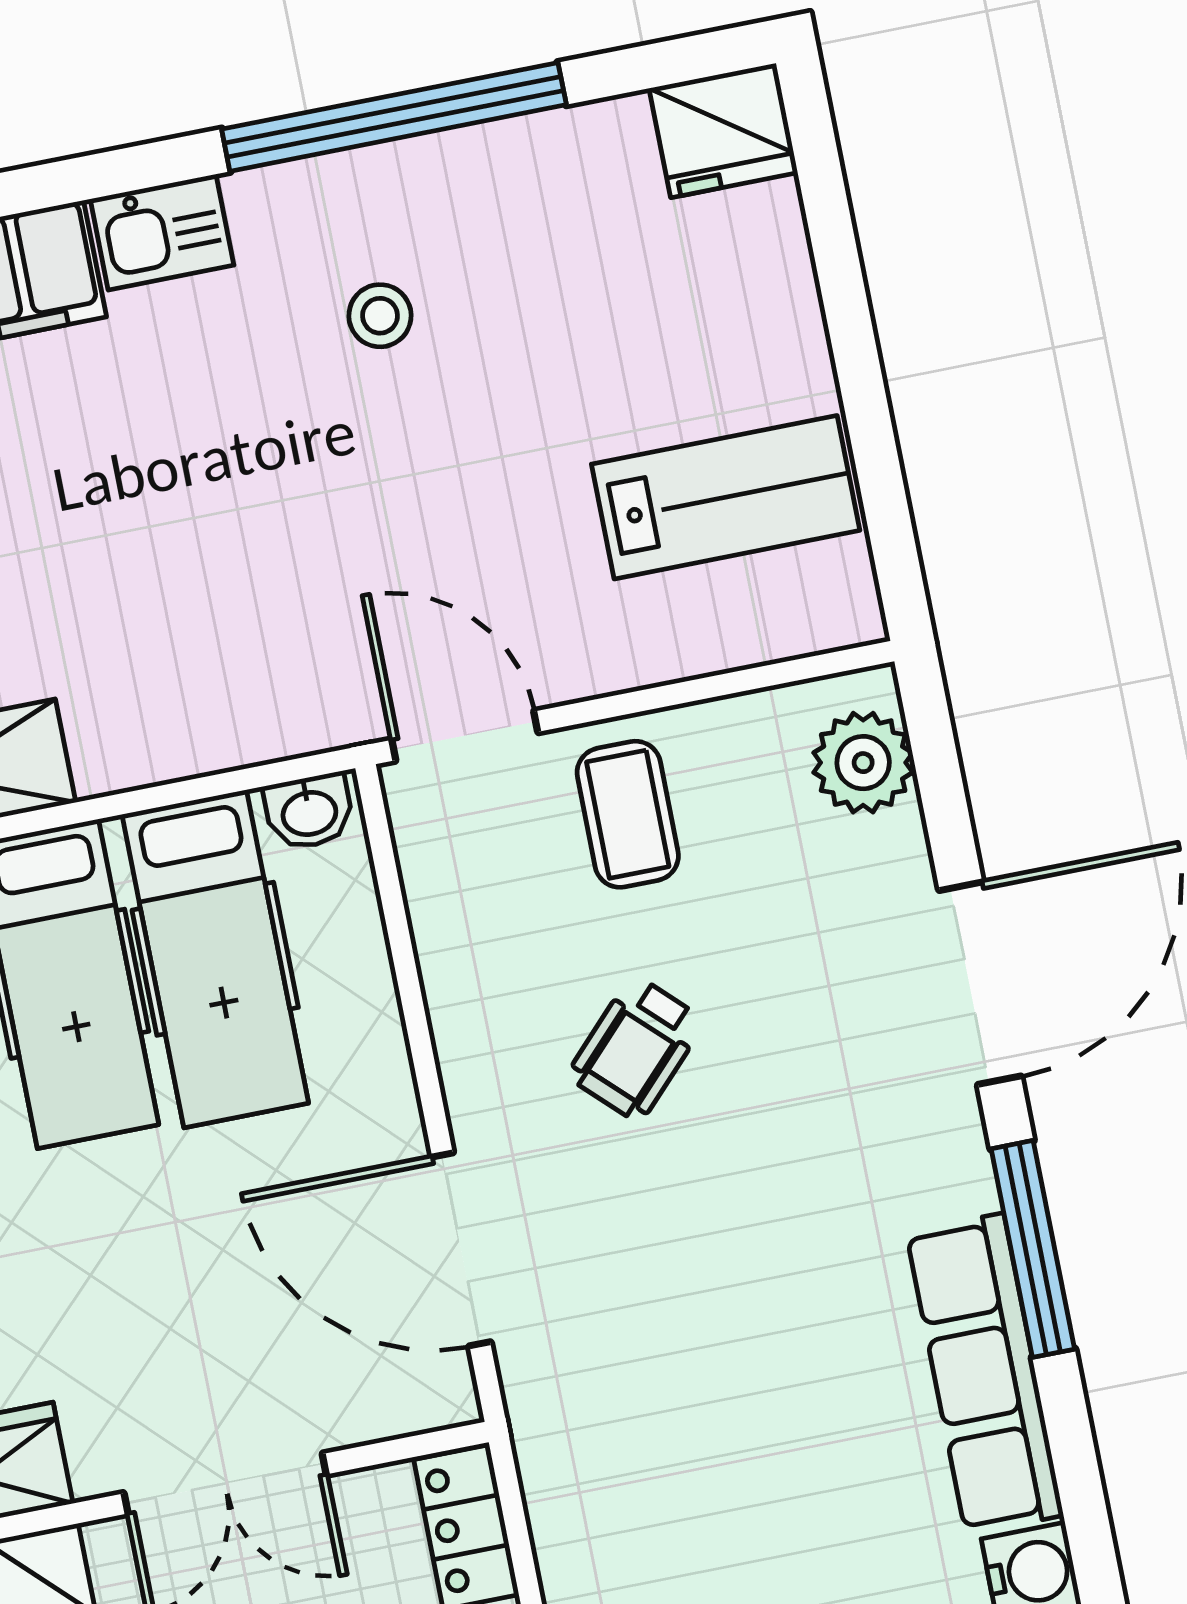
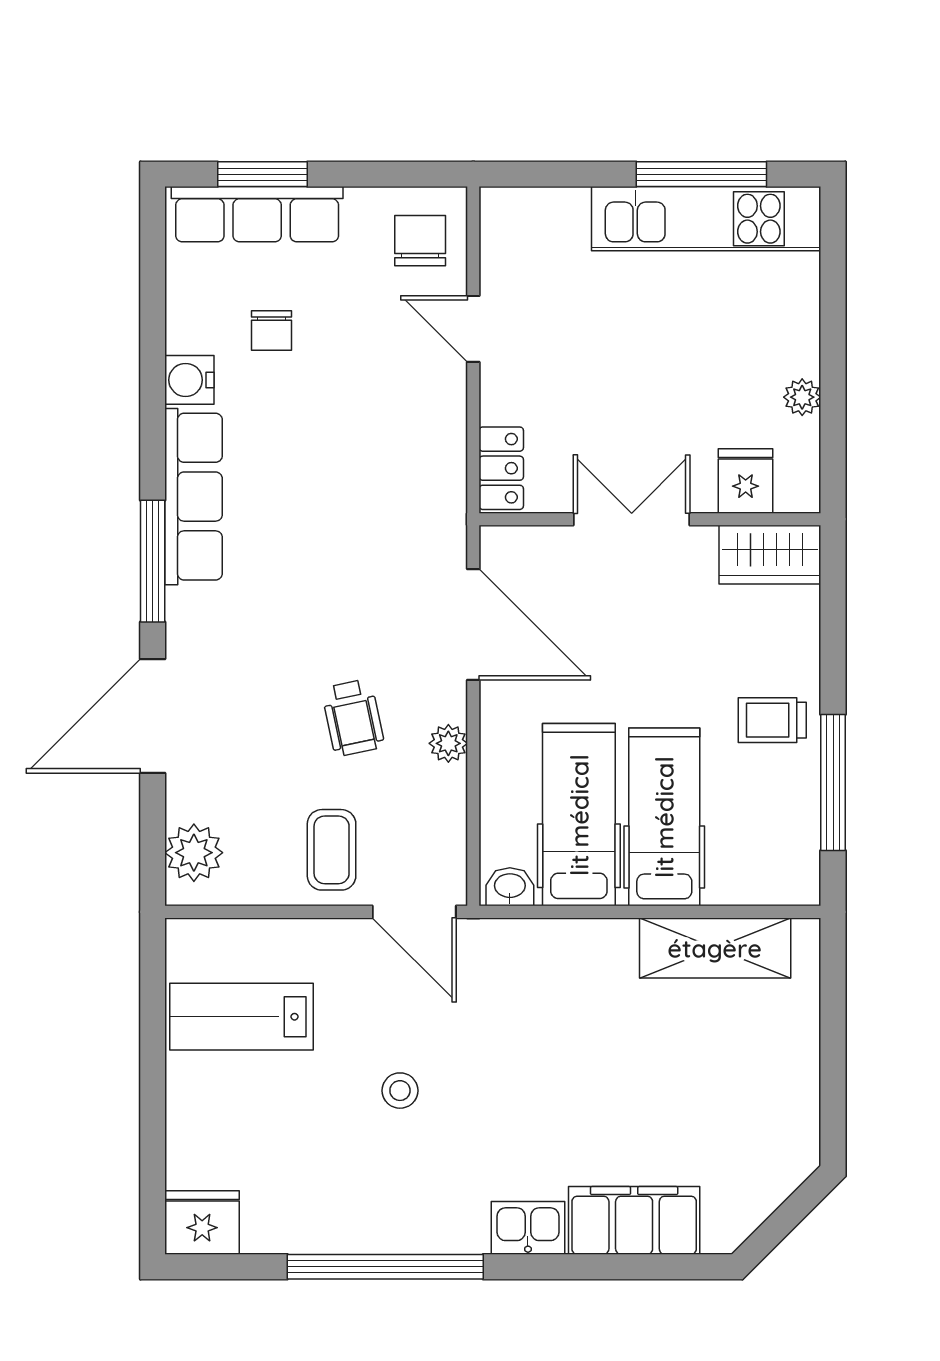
stool: (380, 316) -> (400, 1091), moved
plant: (464, 1037) -> (448, 743), added
wheelchair: (636, 1048) -> (353, 718), turned 124

